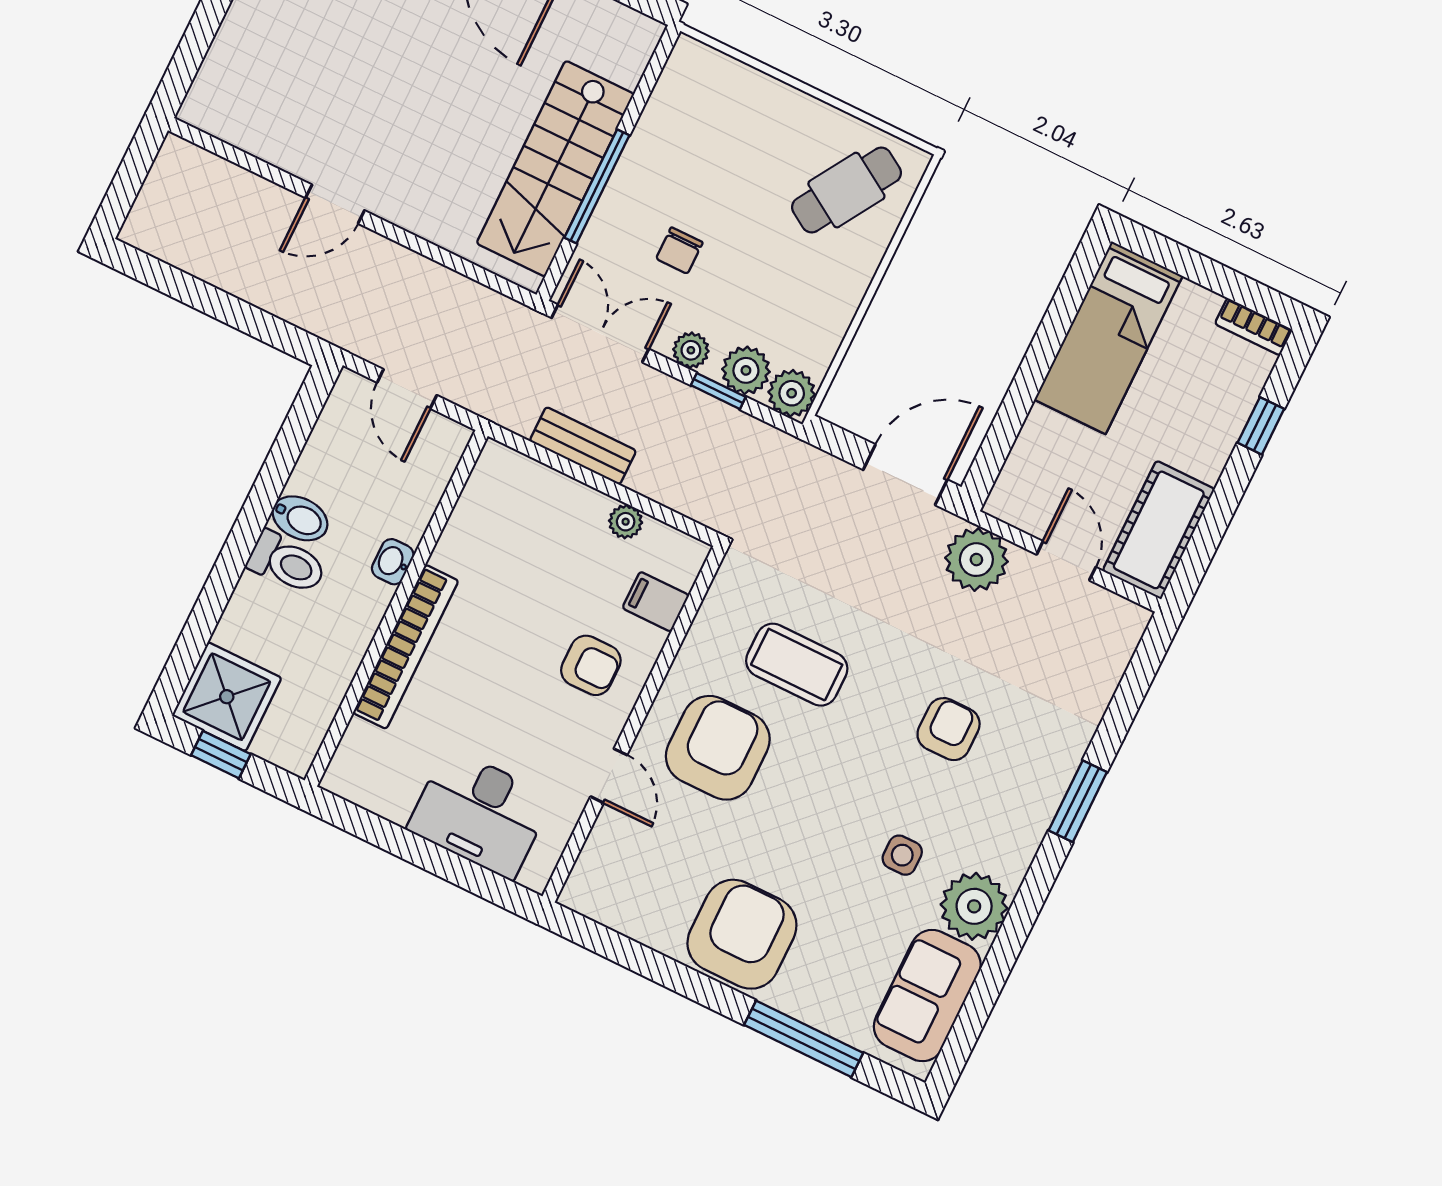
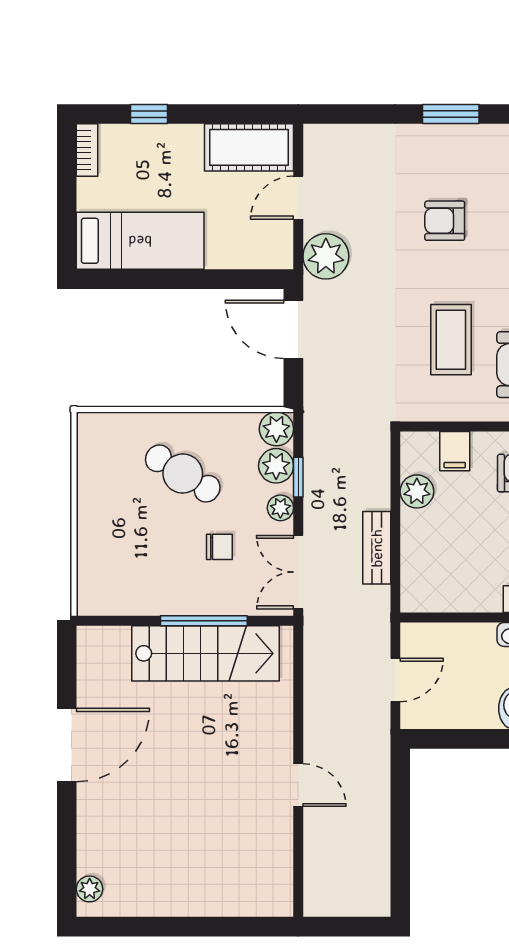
cafe table: (846, 190) -> (183, 473), moved
plant: (626, 522) -> (417, 491), width x1.38, depth x1.38

